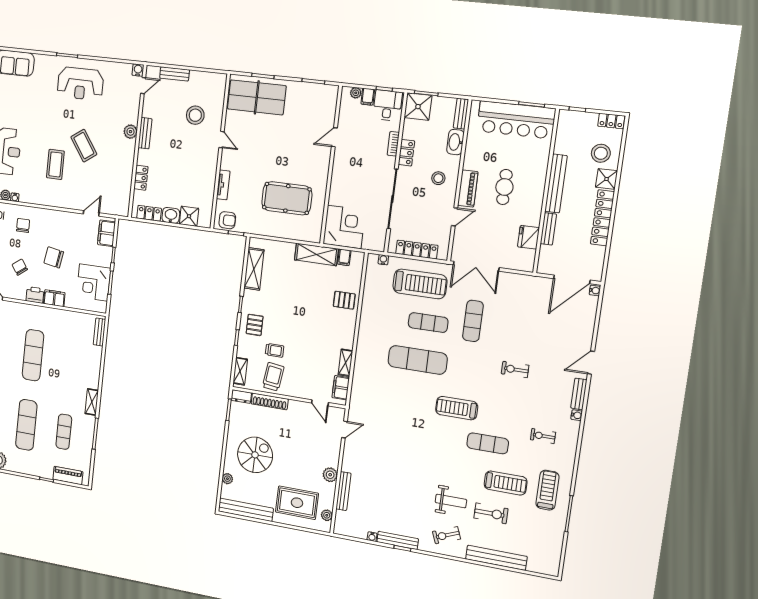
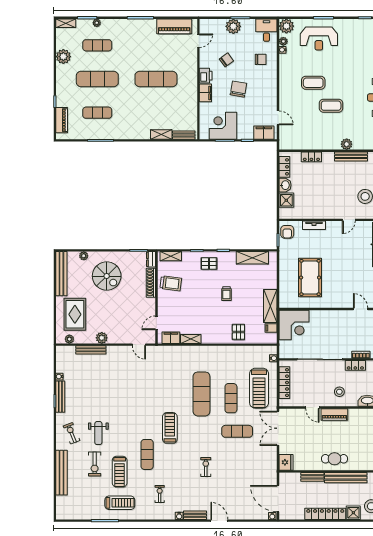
bench: (145, 133) -> (351, 156), width x1.36
coffee table: (84, 146) -> (331, 106), turned 35
cafe table: (504, 187) -> (335, 459), moved
fridge: (528, 237) -> (286, 462), moved, turned 90
trolley: (275, 350) -> (226, 294), moved
shelving: (92, 402) -> (161, 134), moved

